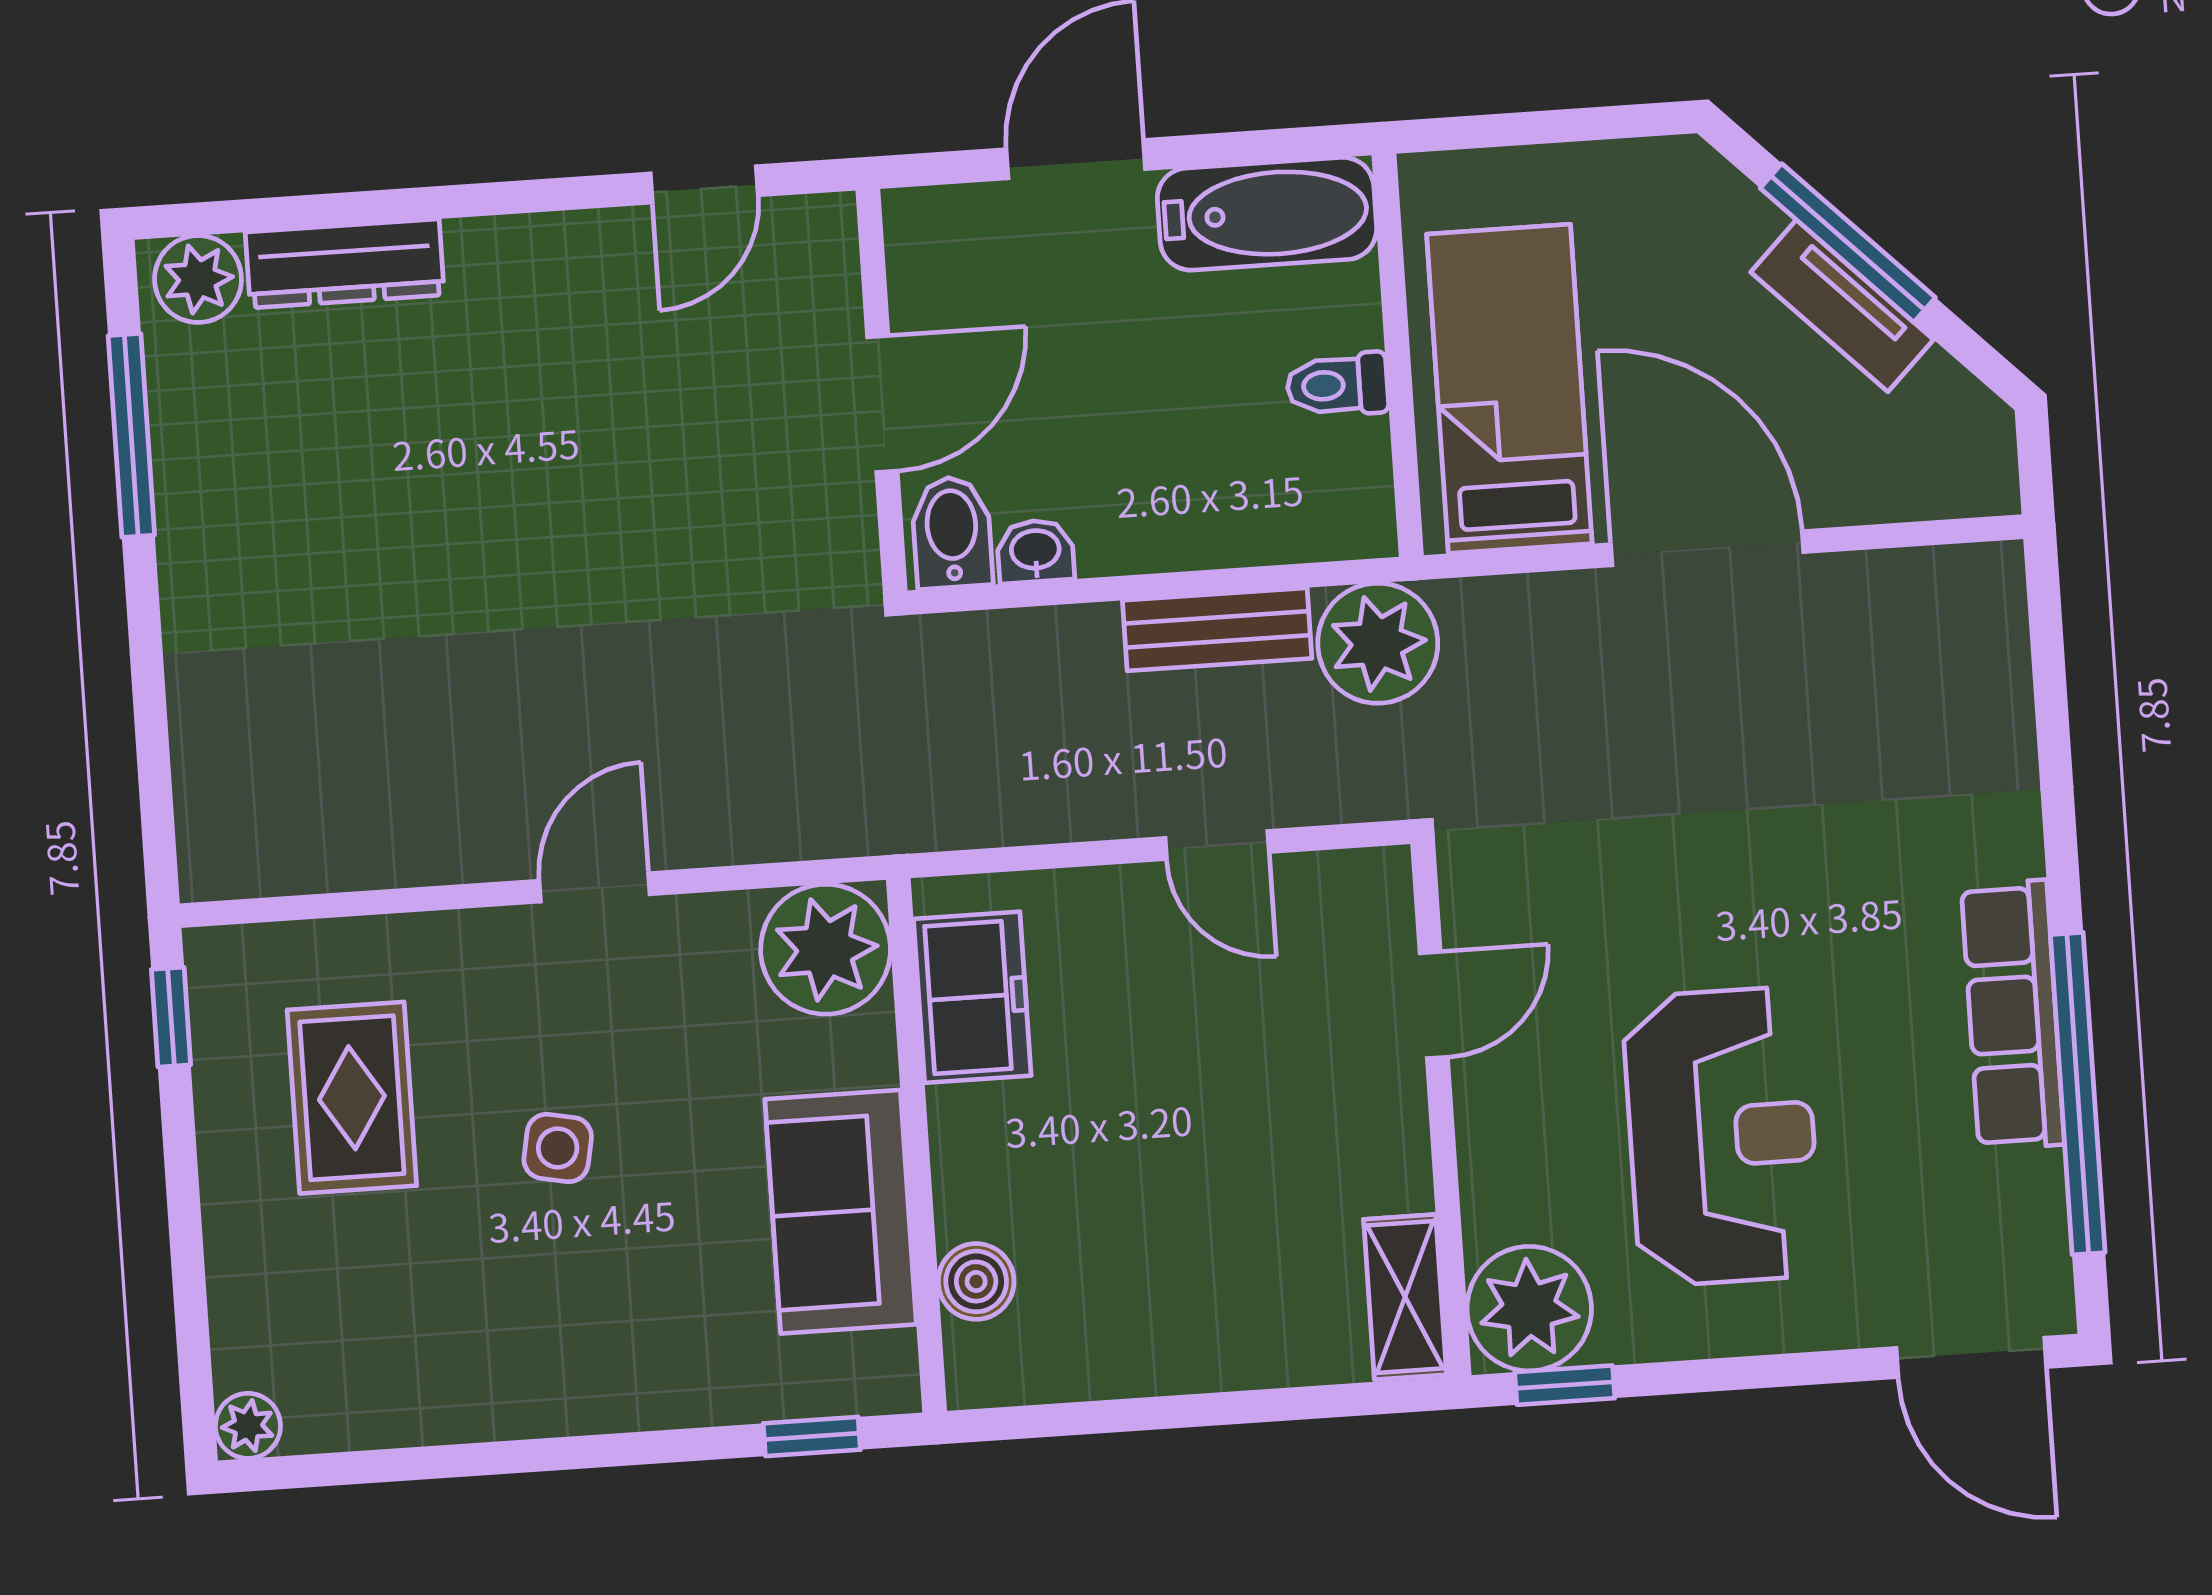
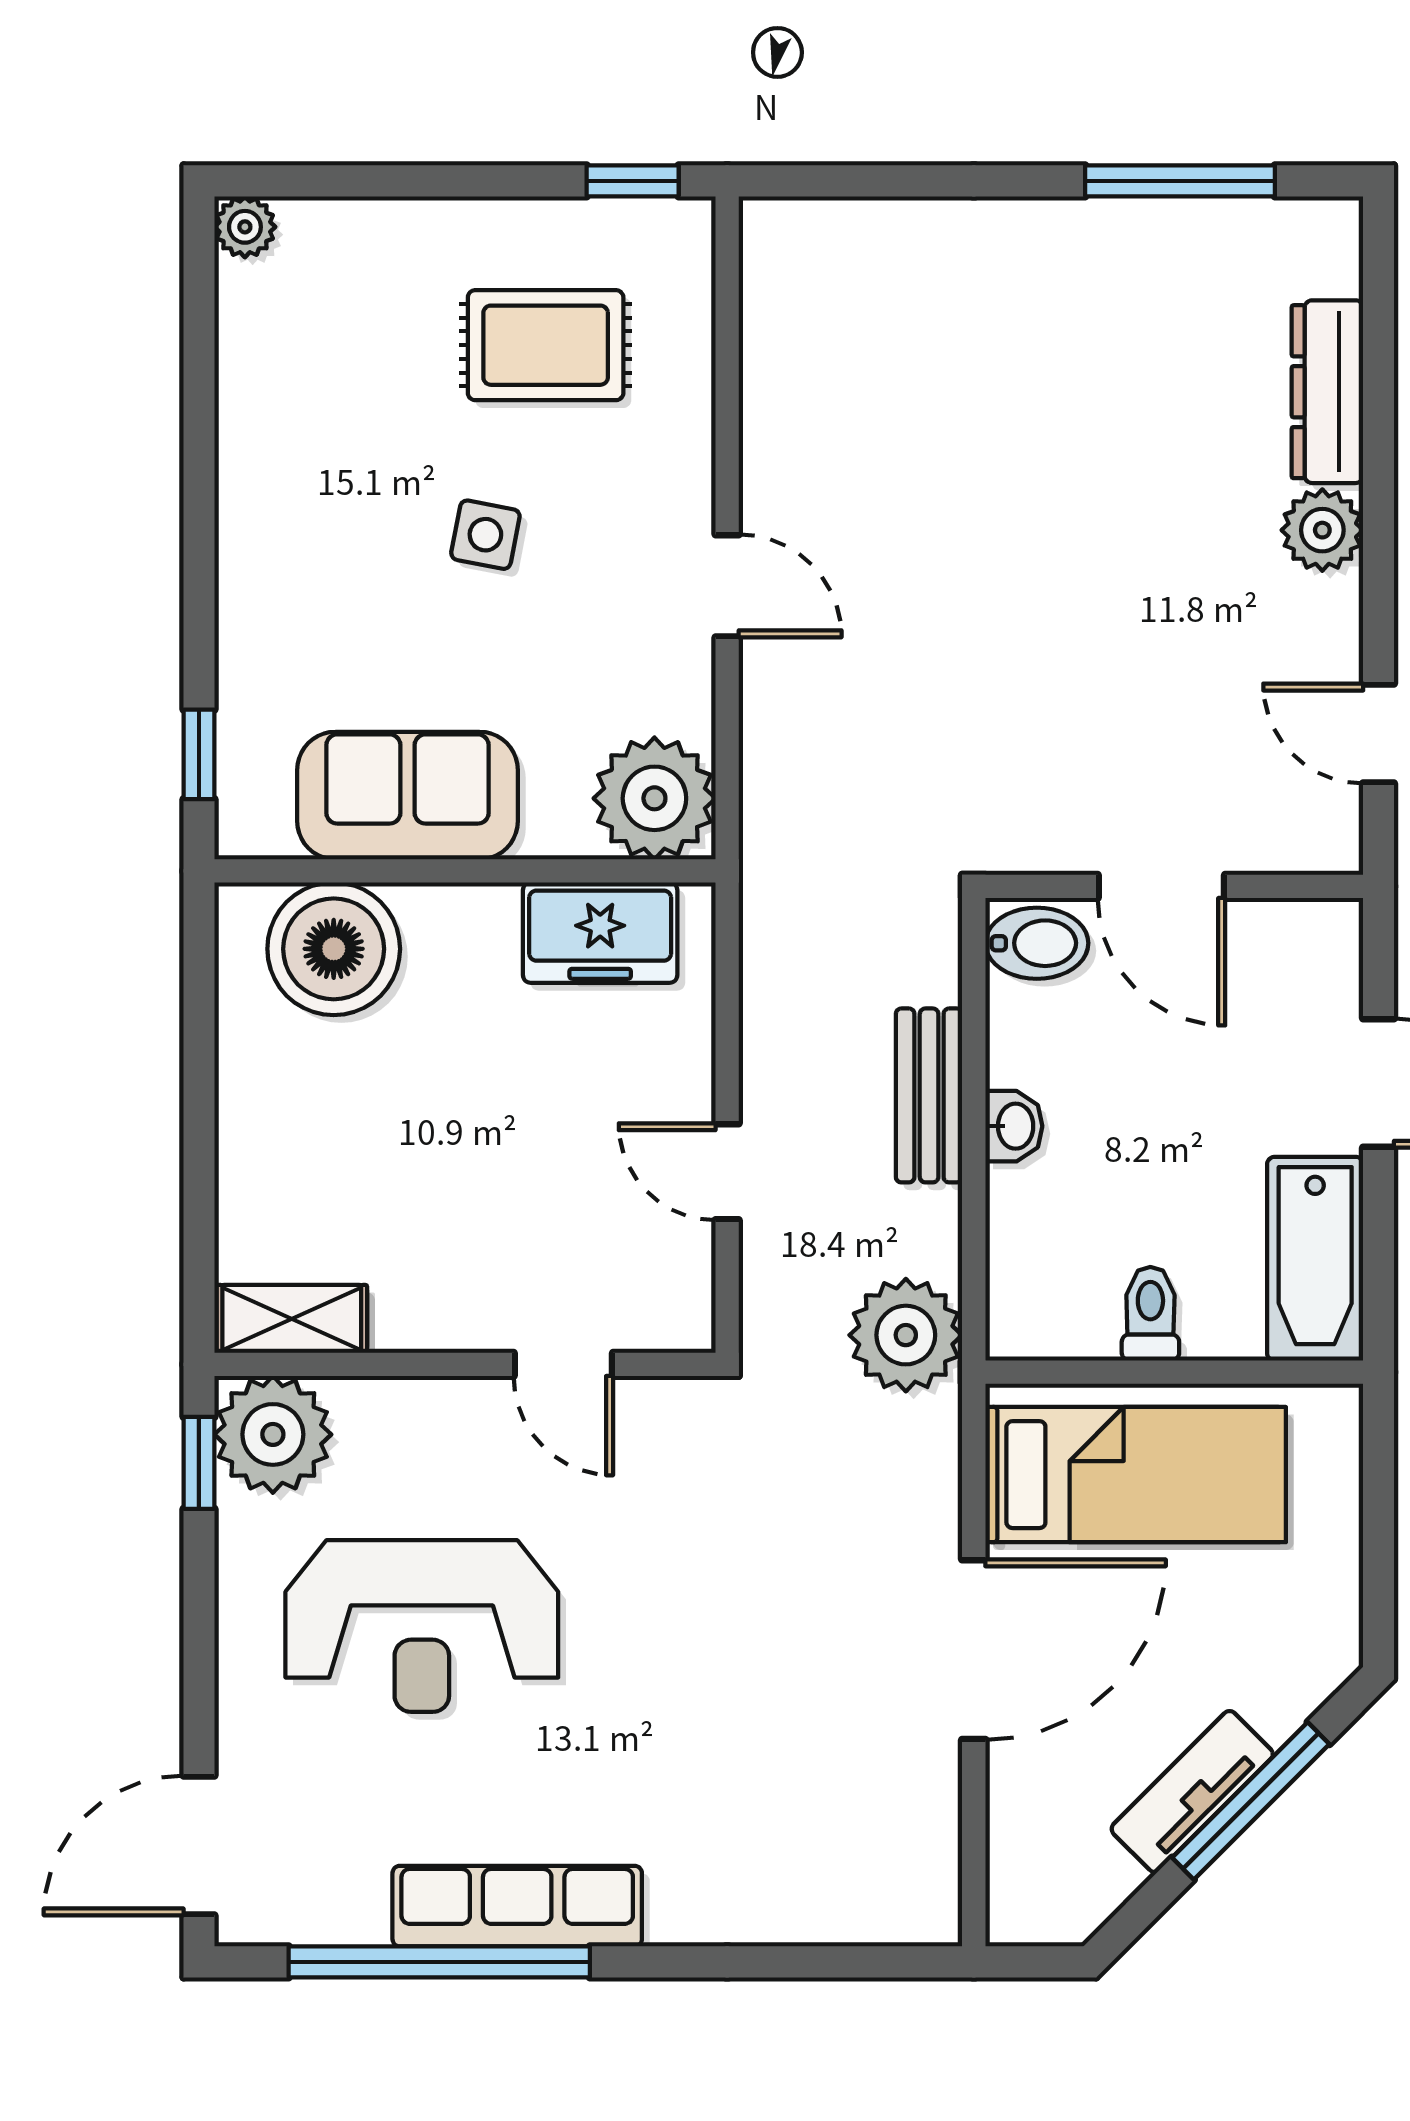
plant: (198, 279) -> (1322, 530), moved
washbasin: (1035, 551) -> (1014, 1126), moved
bench: (1217, 629) -> (929, 1095), moved
door: (1217, 845) -> (727, 1172), hinge flipped
boiler: (976, 1281) -> (334, 949), width x1.86, depth x1.86

